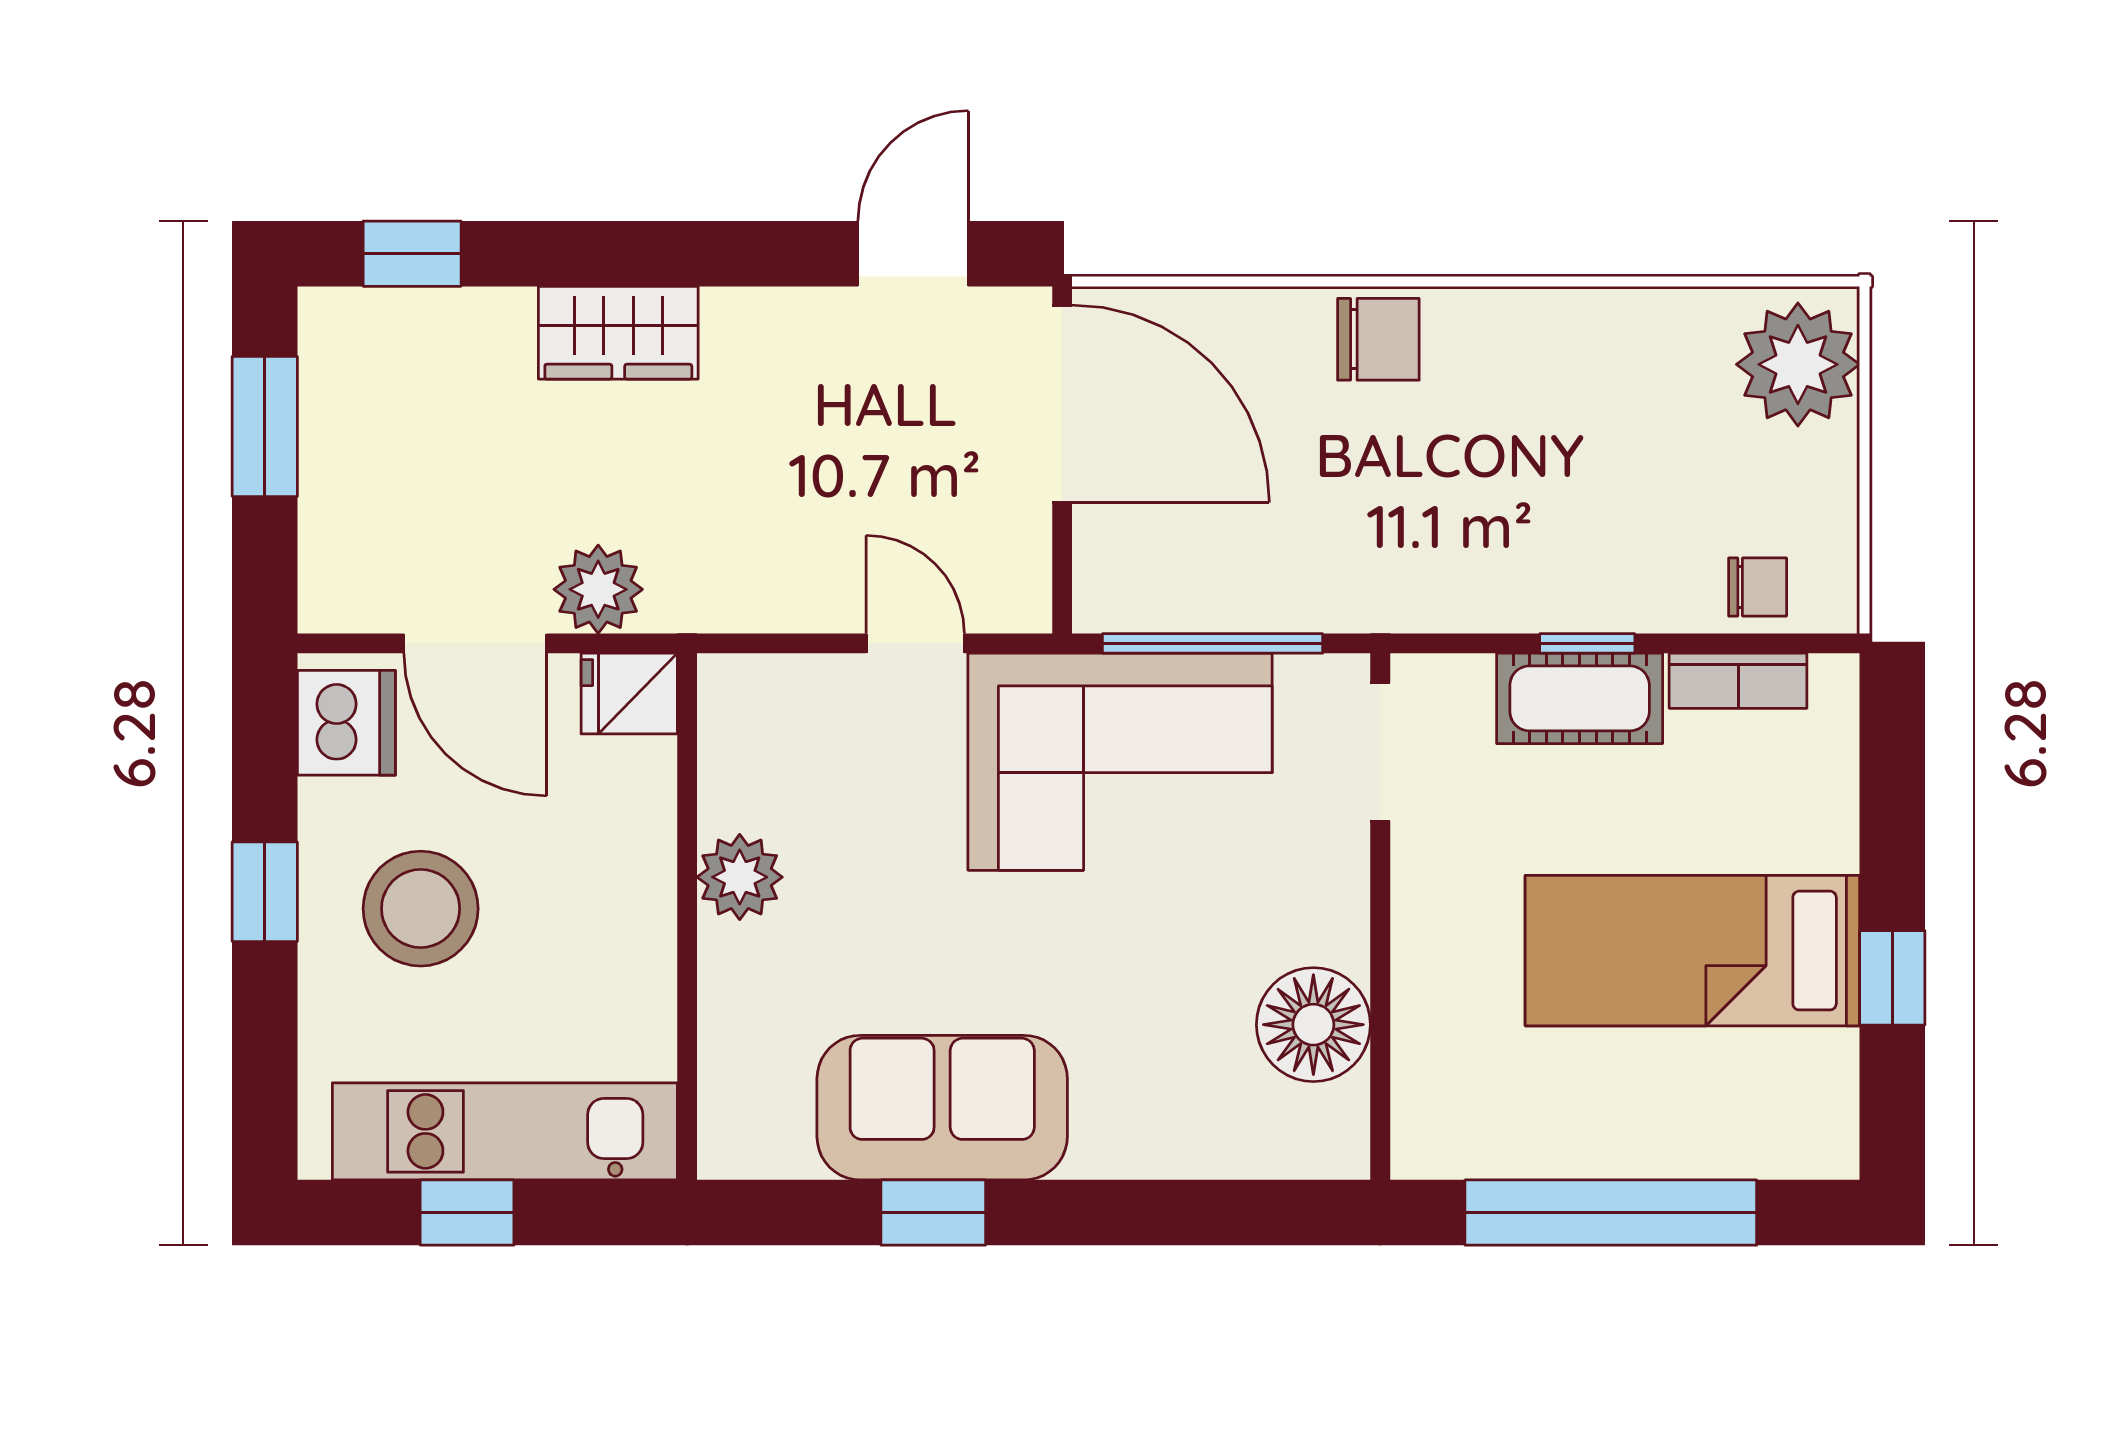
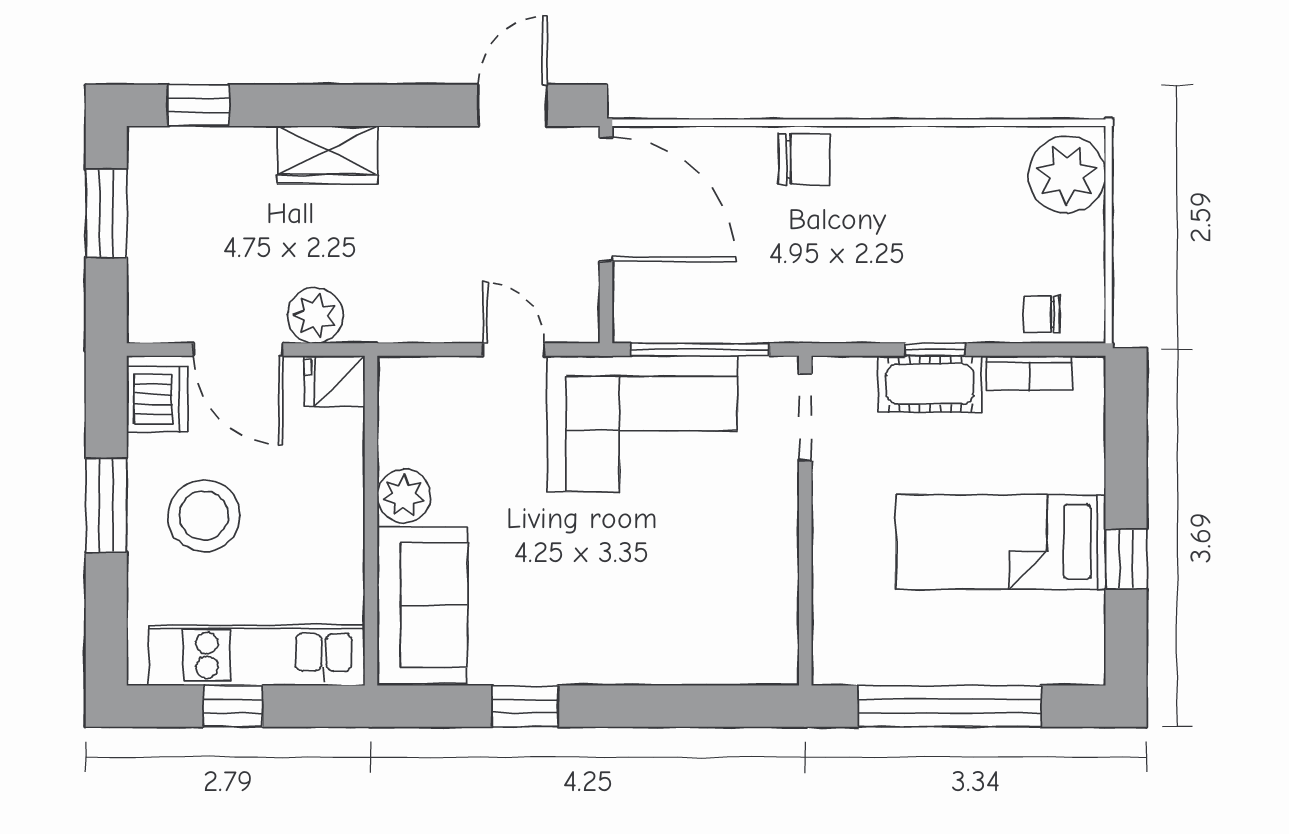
chair: (1758, 587) -> (1042, 314), turned 180
window: (265, 892) -> (106, 505), width x1.50
floor lamp: (1313, 1025) -> (763, 588), removed
sofa: (942, 1108) -> (422, 605), moved, turned 90

